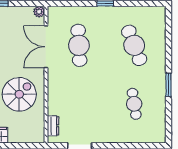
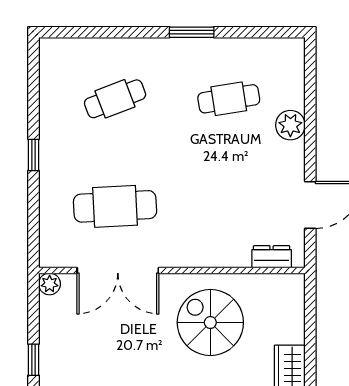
cafe table: (134, 45) -> (115, 99), width x0.73, depth x0.74
plant: (121, 135) -> (290, 125), added

